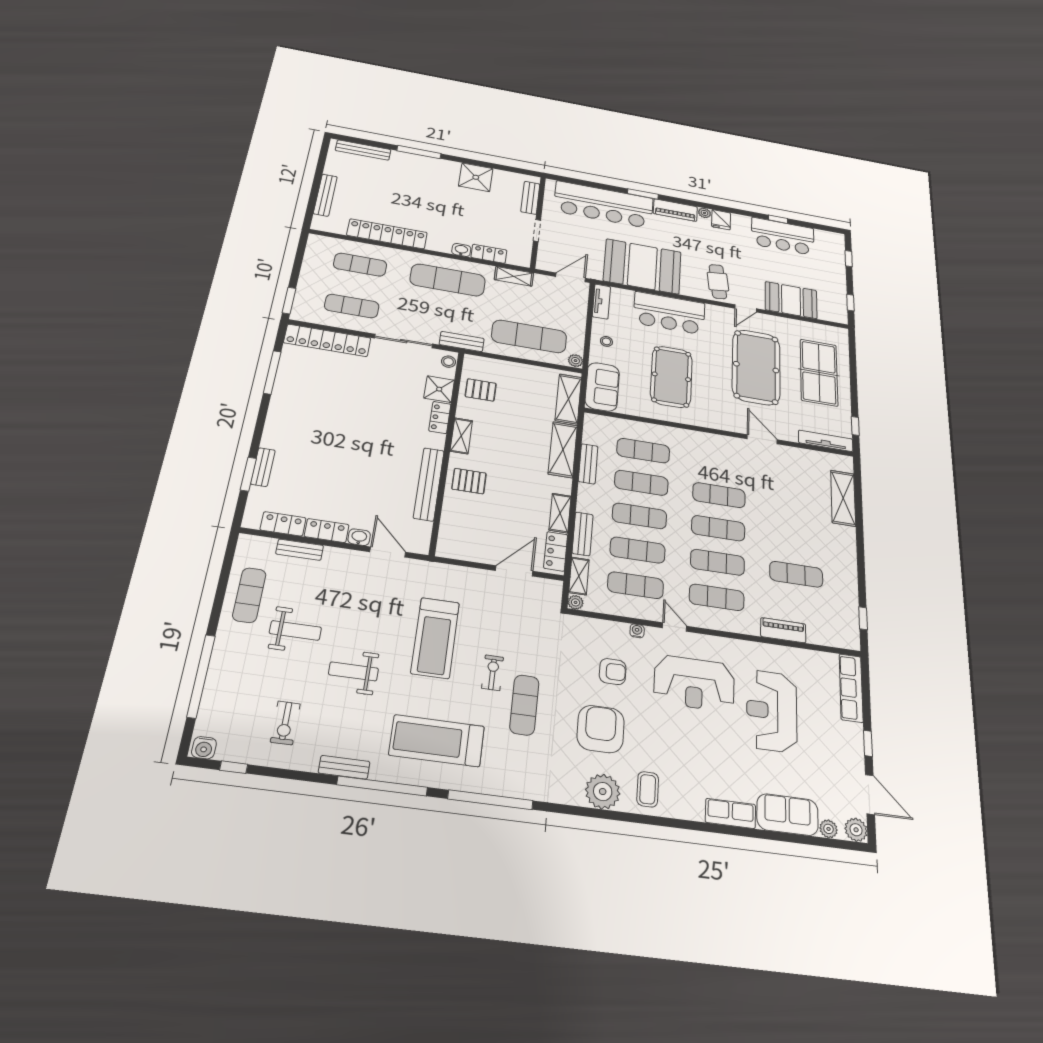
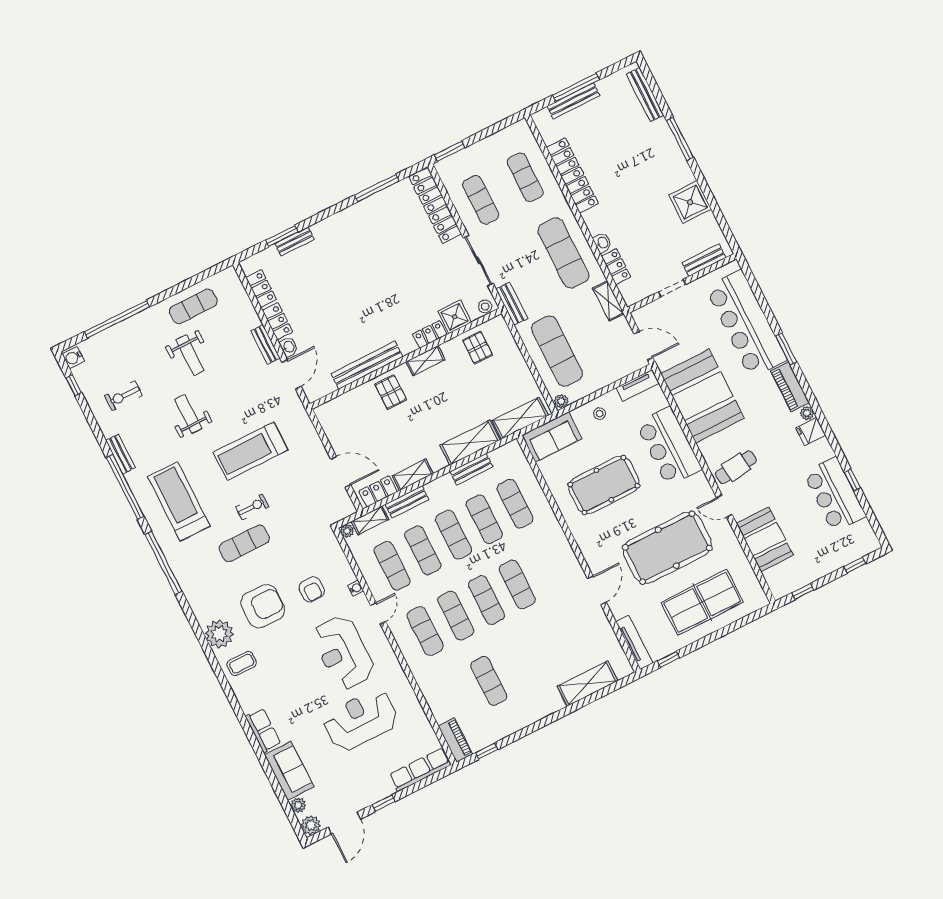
window: (316, 186) -> (576, 87), added
bench: (300, 550) -> (265, 345), moved
piano: (783, 630) -> (455, 740), moved

